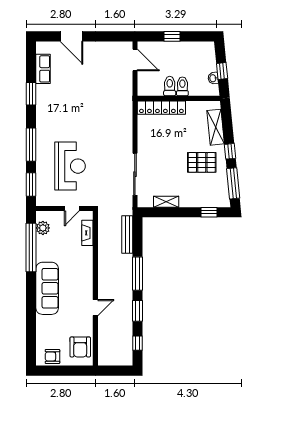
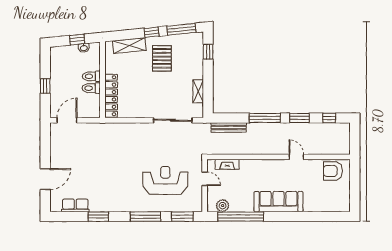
armchair: (80, 347) -> (333, 171), turned 180
armchair: (52, 356) -> (342, 197), removed

